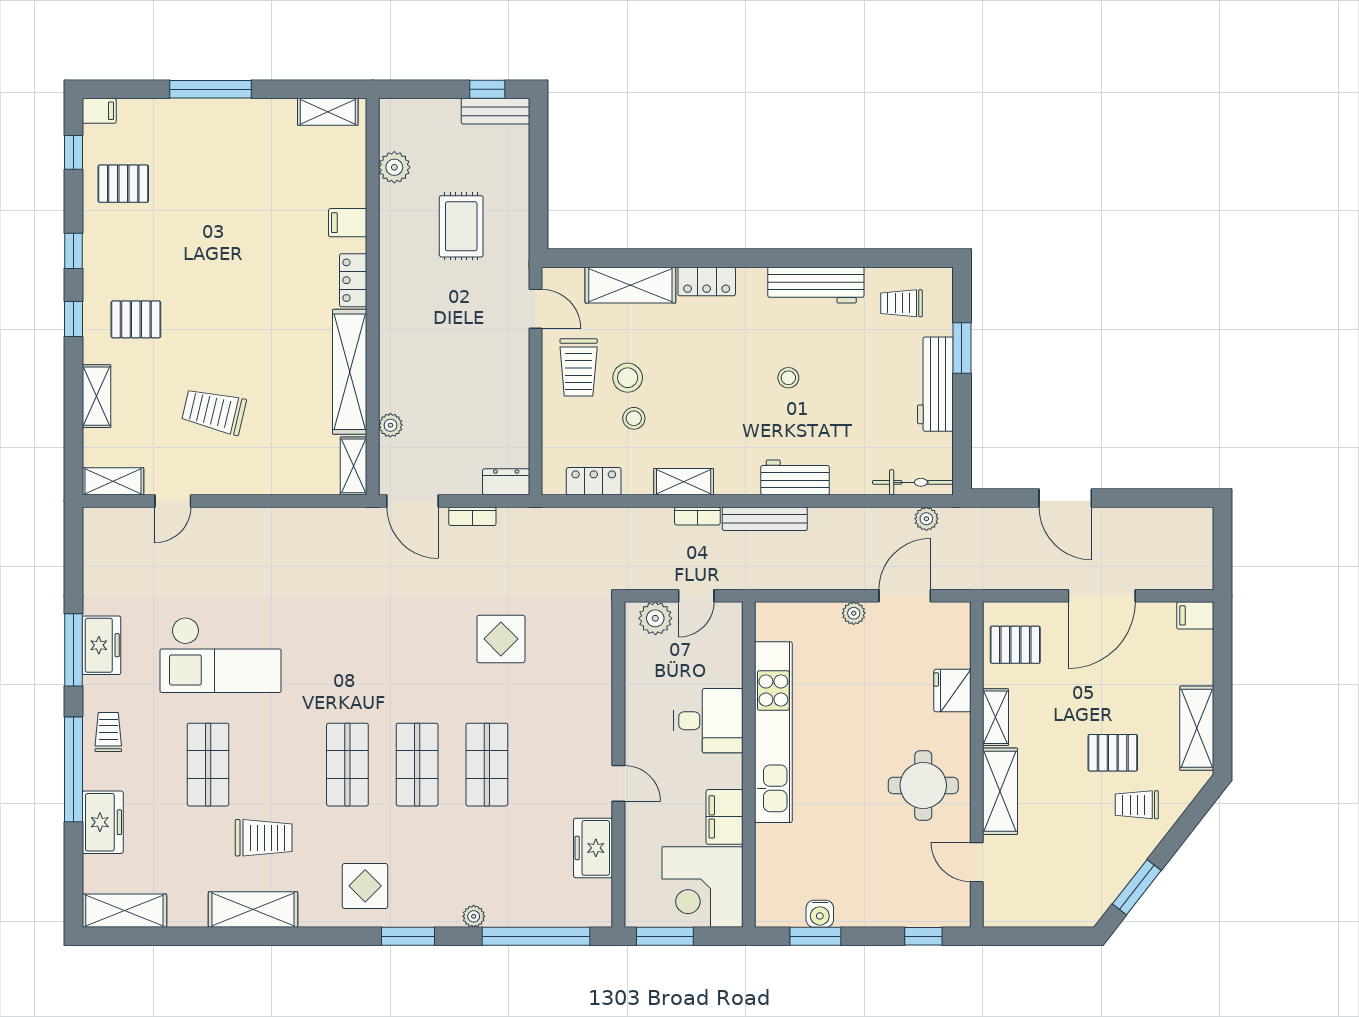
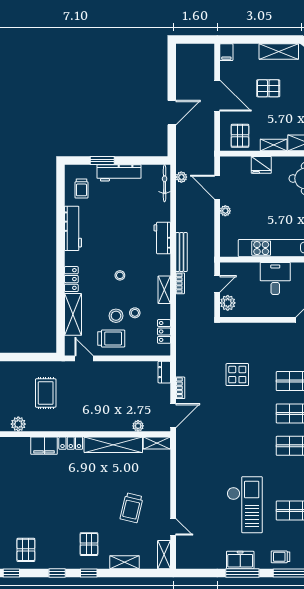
filing cabinet: (348, 223) -> (44, 446), width x2.00
rug: (461, 226) -> (46, 393), turned 90
door: (535, 309) -> (84, 358), hinge flipped
stool: (788, 378) -> (120, 275), moved
door: (696, 596) -> (217, 284), hinge flipped
pallet: (1113, 753) -> (268, 88), moved, turned 90

